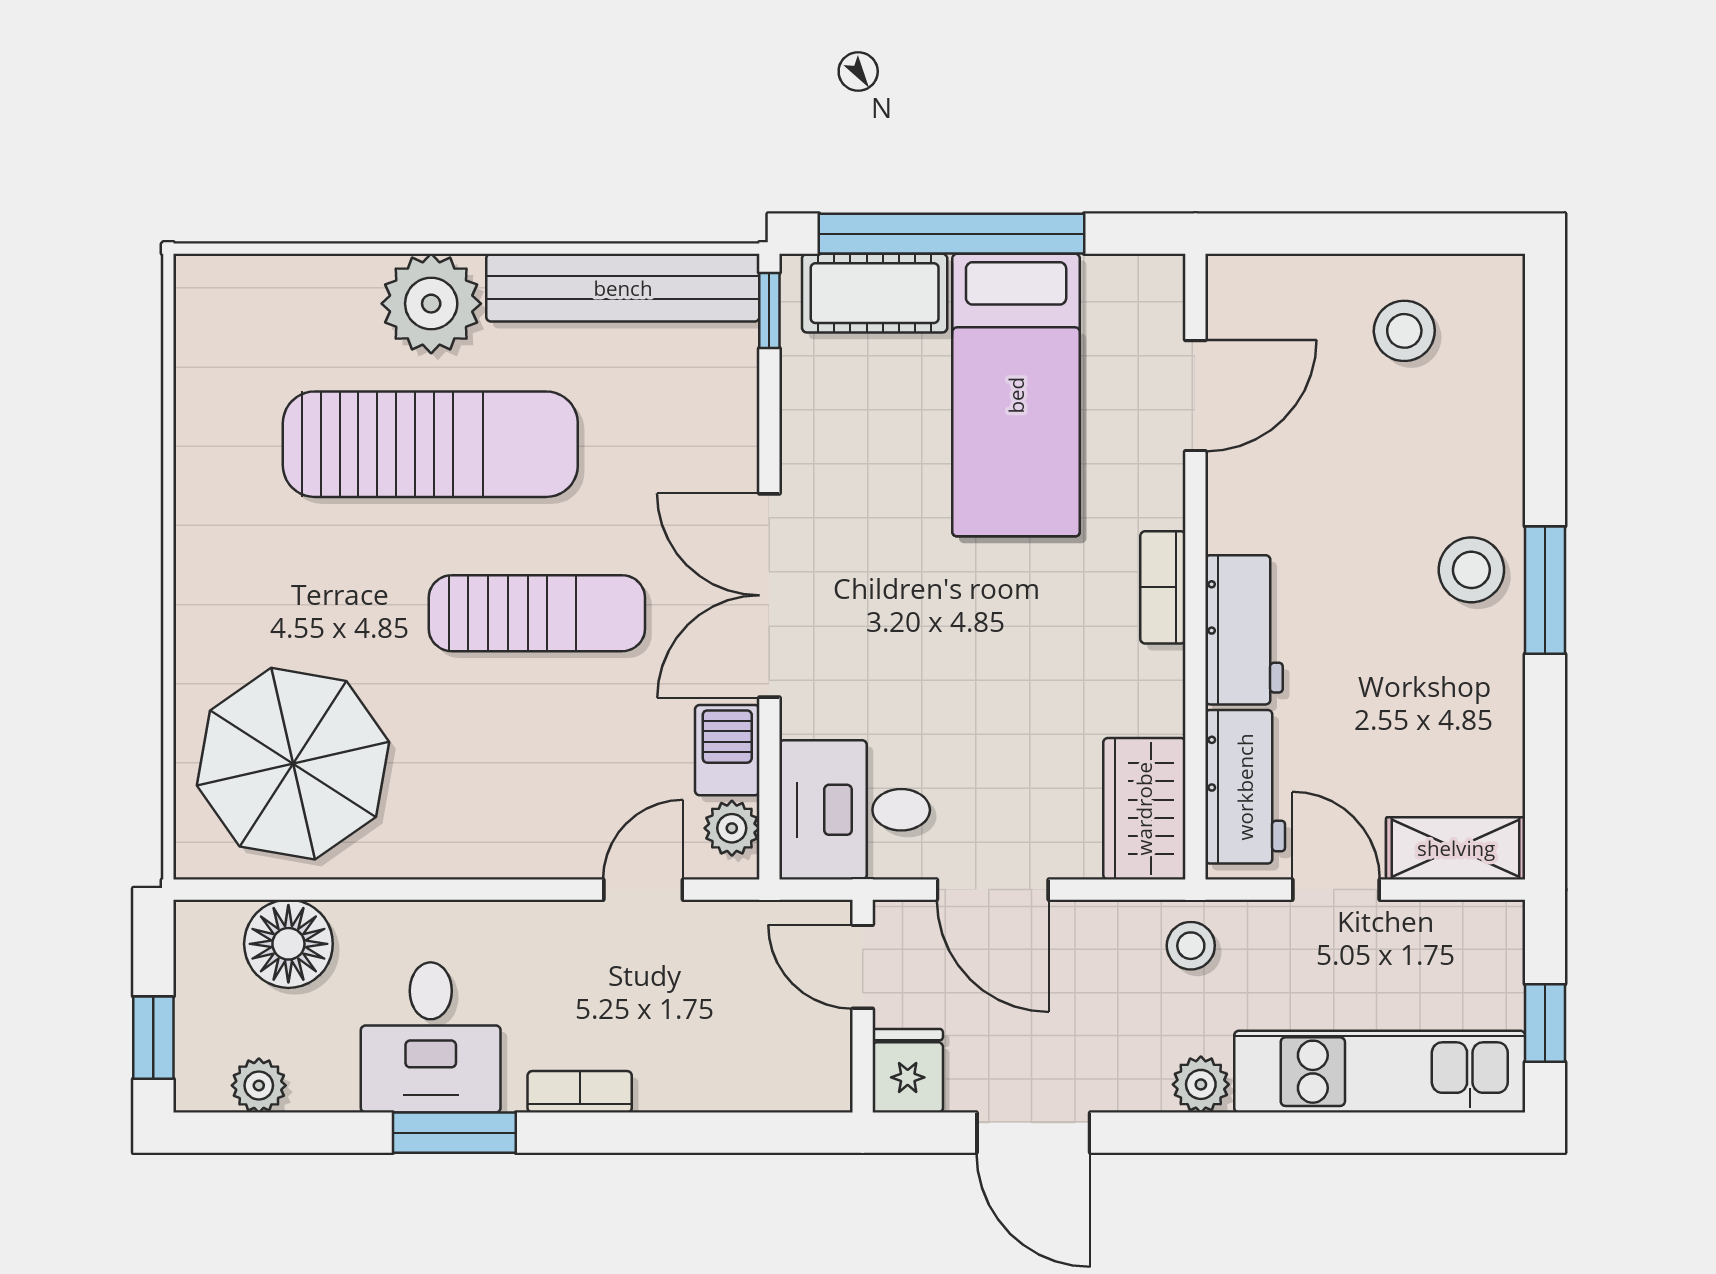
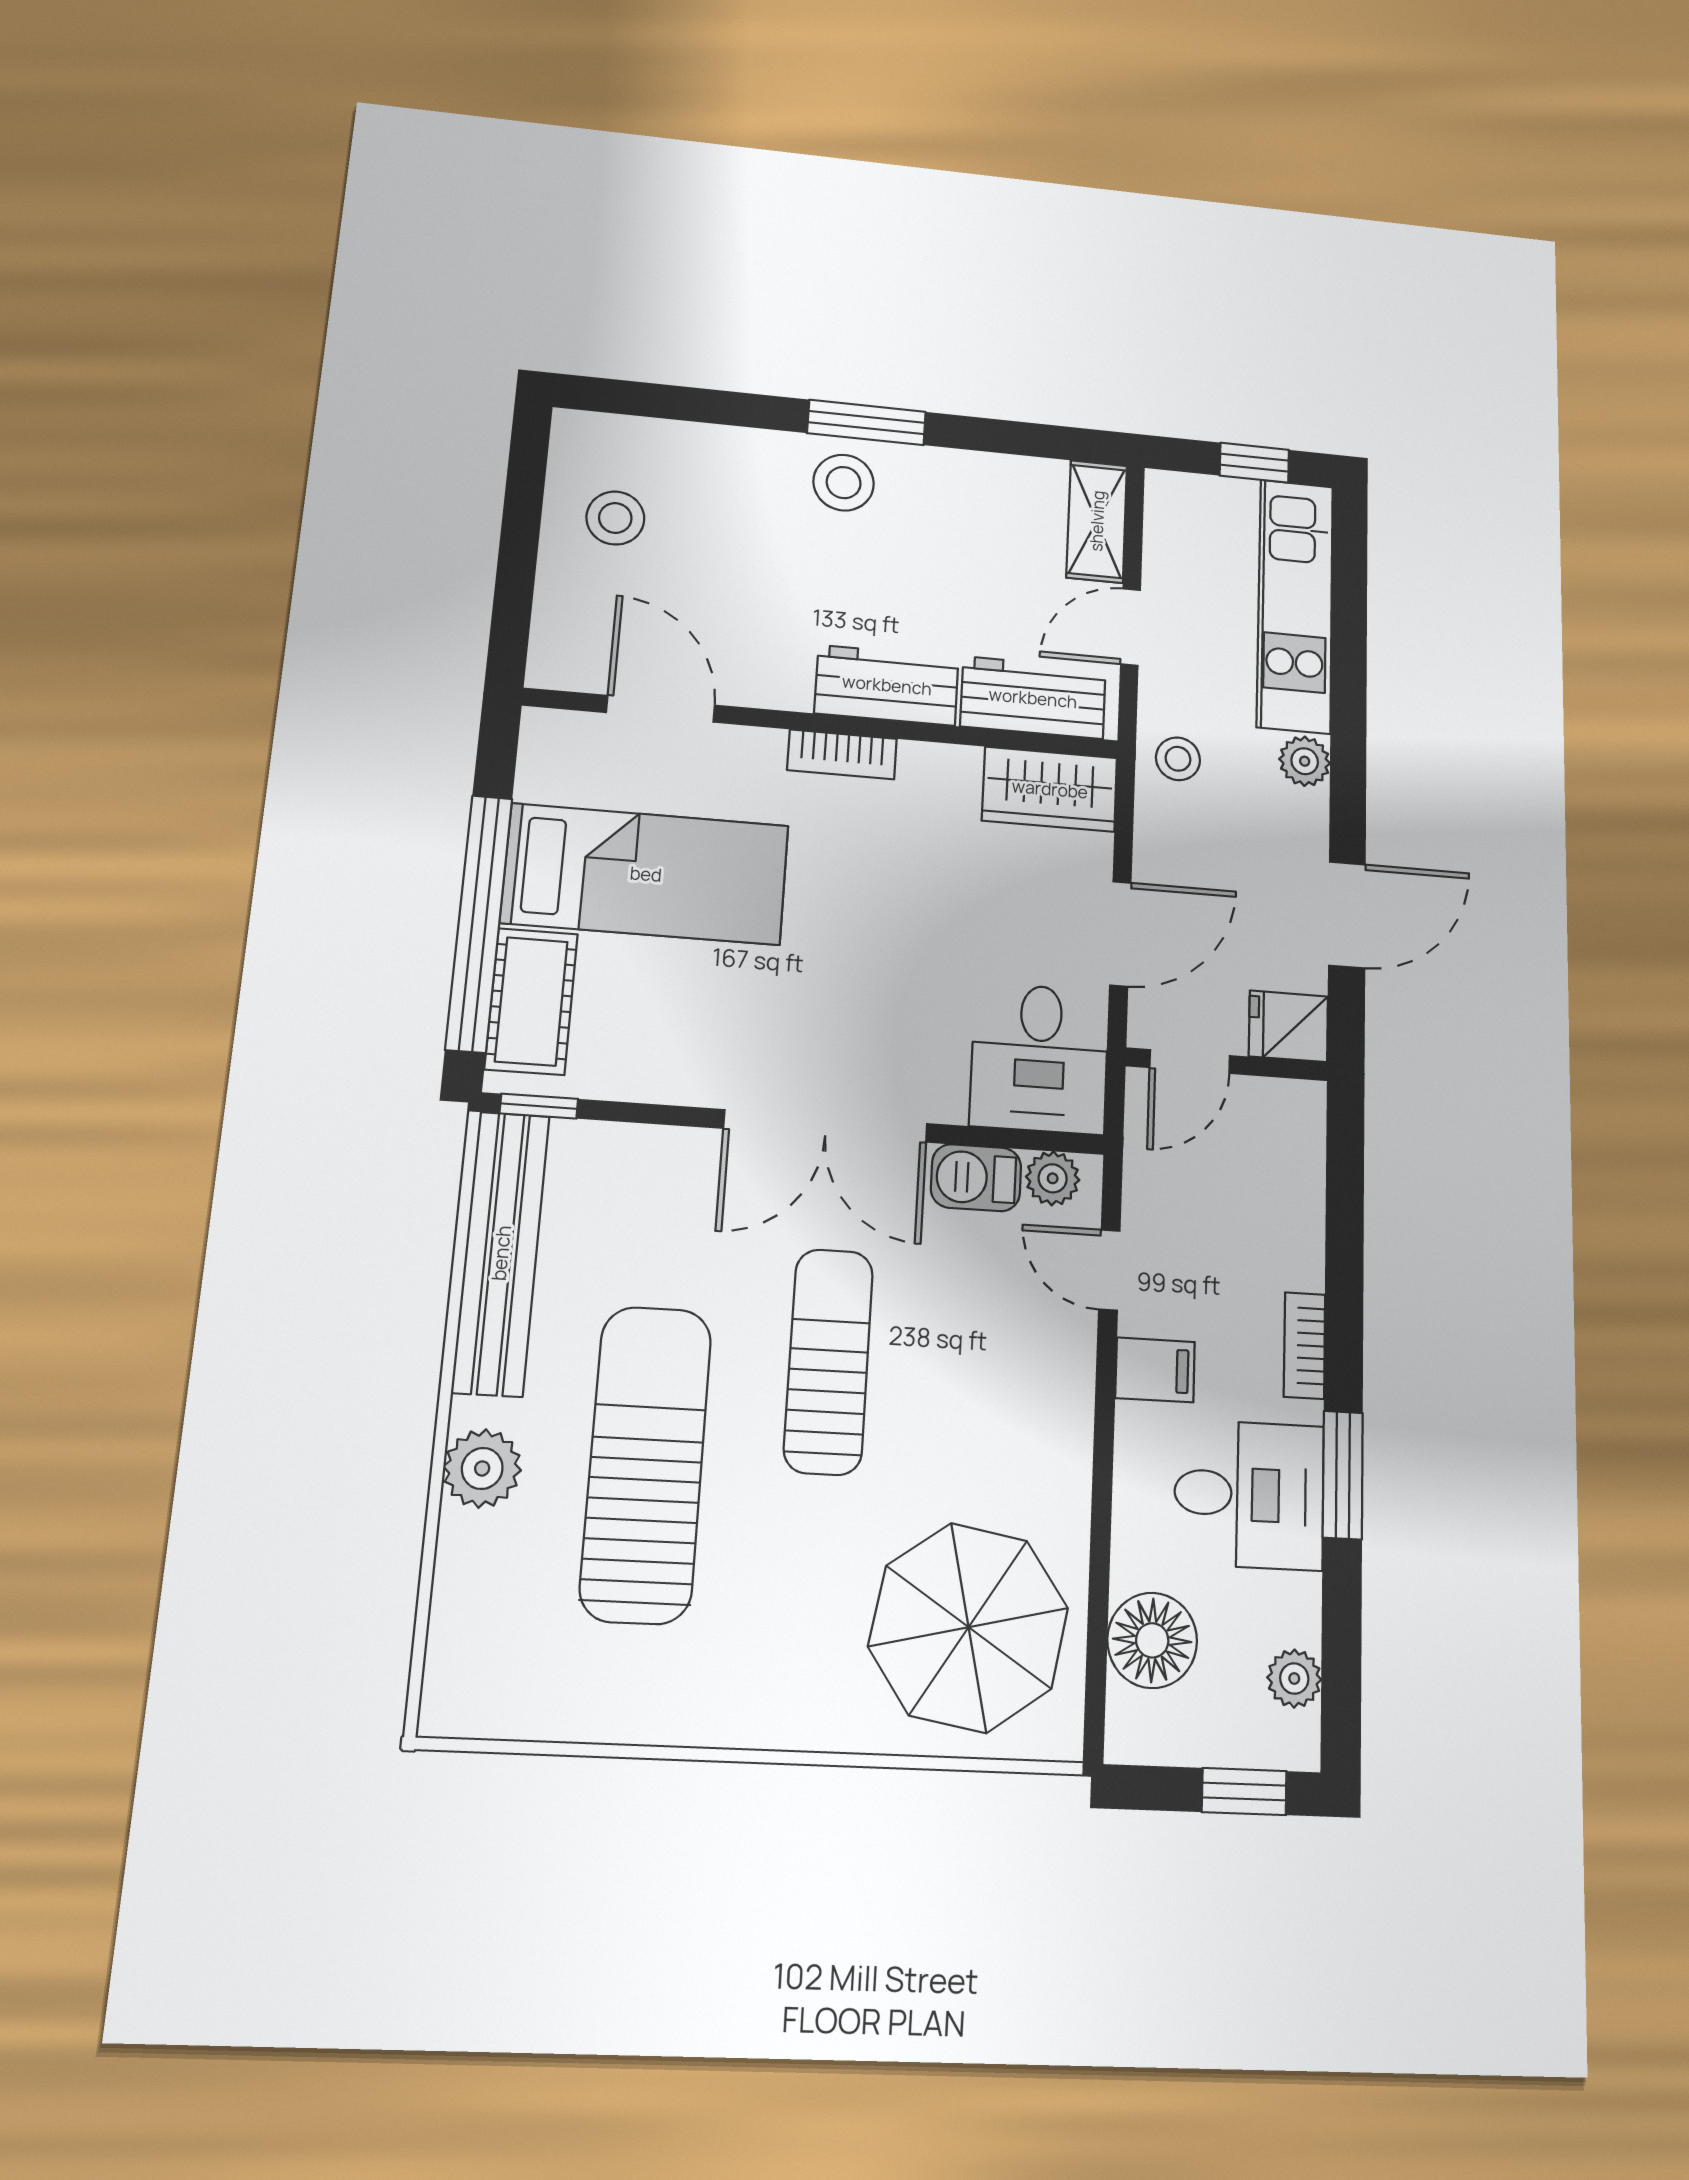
plant: (431, 304) -> (482, 1468), width x0.73, depth x0.73
filing cabinet: (547, 939) -> (1155, 1370), added

